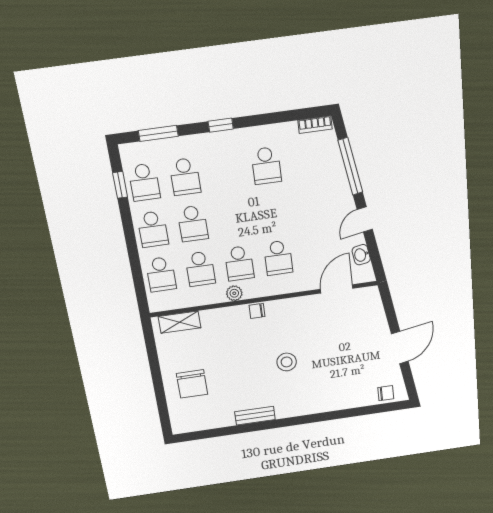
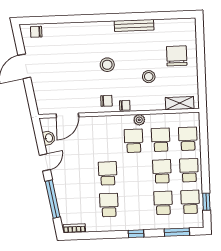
school desk: (278, 258) -> (108, 173), moved
chair: (283, 314) -> (106, 101), added
stool: (228, 353) -> (149, 77), added
bench: (255, 416) -> (134, 25), width x1.36

